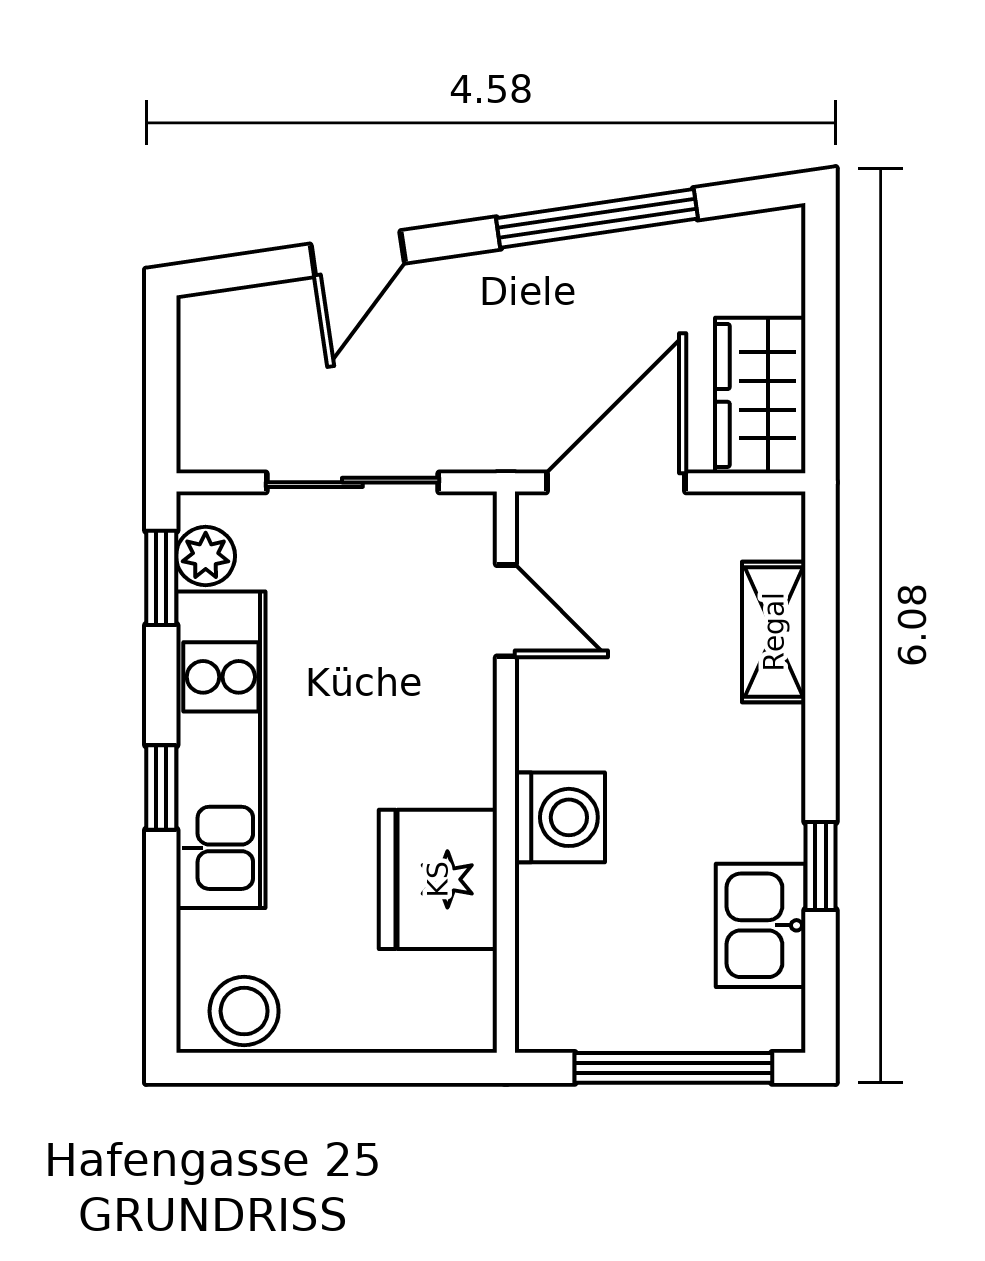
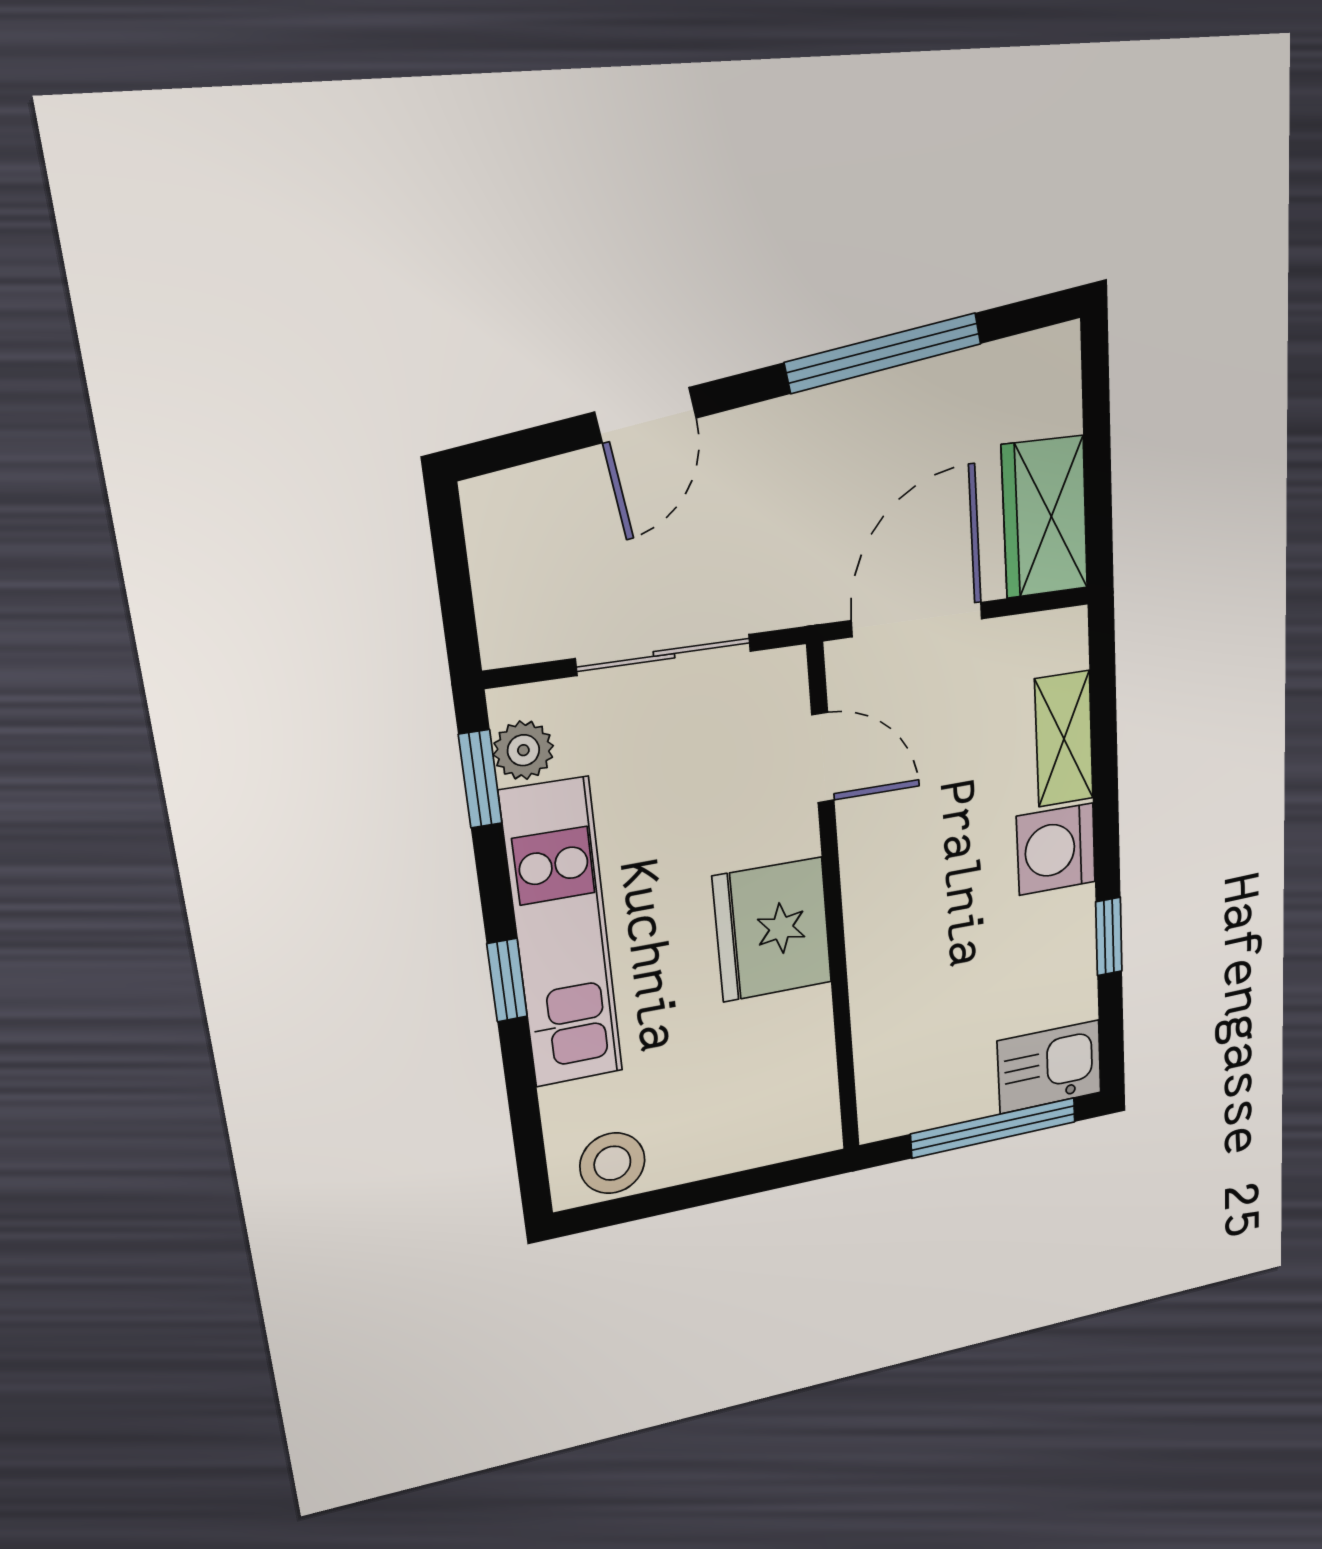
washing machine: (560, 817) -> (1056, 849), moved, turned 180
fridge: (438, 879) -> (772, 930), moved
kitchen sink: (761, 925) -> (1050, 1067), moved, turned 90

